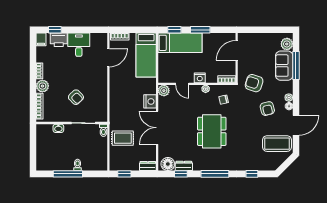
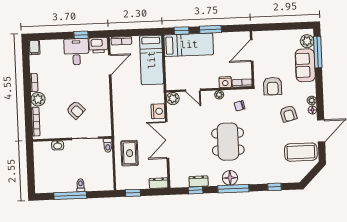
window: (55, 30) -> (81, 35), moved
printer: (59, 40) -> (98, 45), moved
window: (296, 65) -> (318, 52), moved
nightstand: (200, 78) -> (225, 82), moved
armchair: (254, 83) -> (273, 86), turned -108
rug: (123, 138) -> (130, 153), turned 90
floor lamp: (168, 164) -> (230, 178), moved

